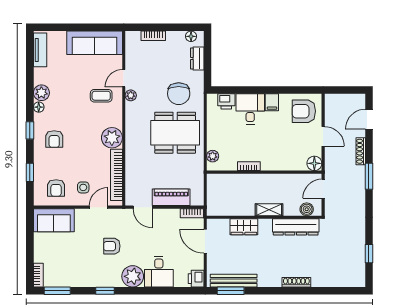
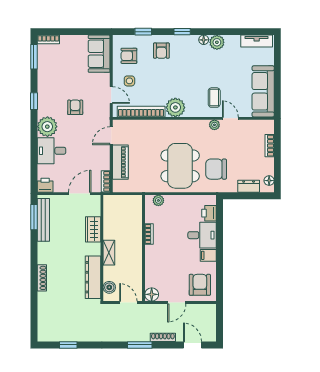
armchair: (54, 139) -> (161, 51), moved, turned -90

